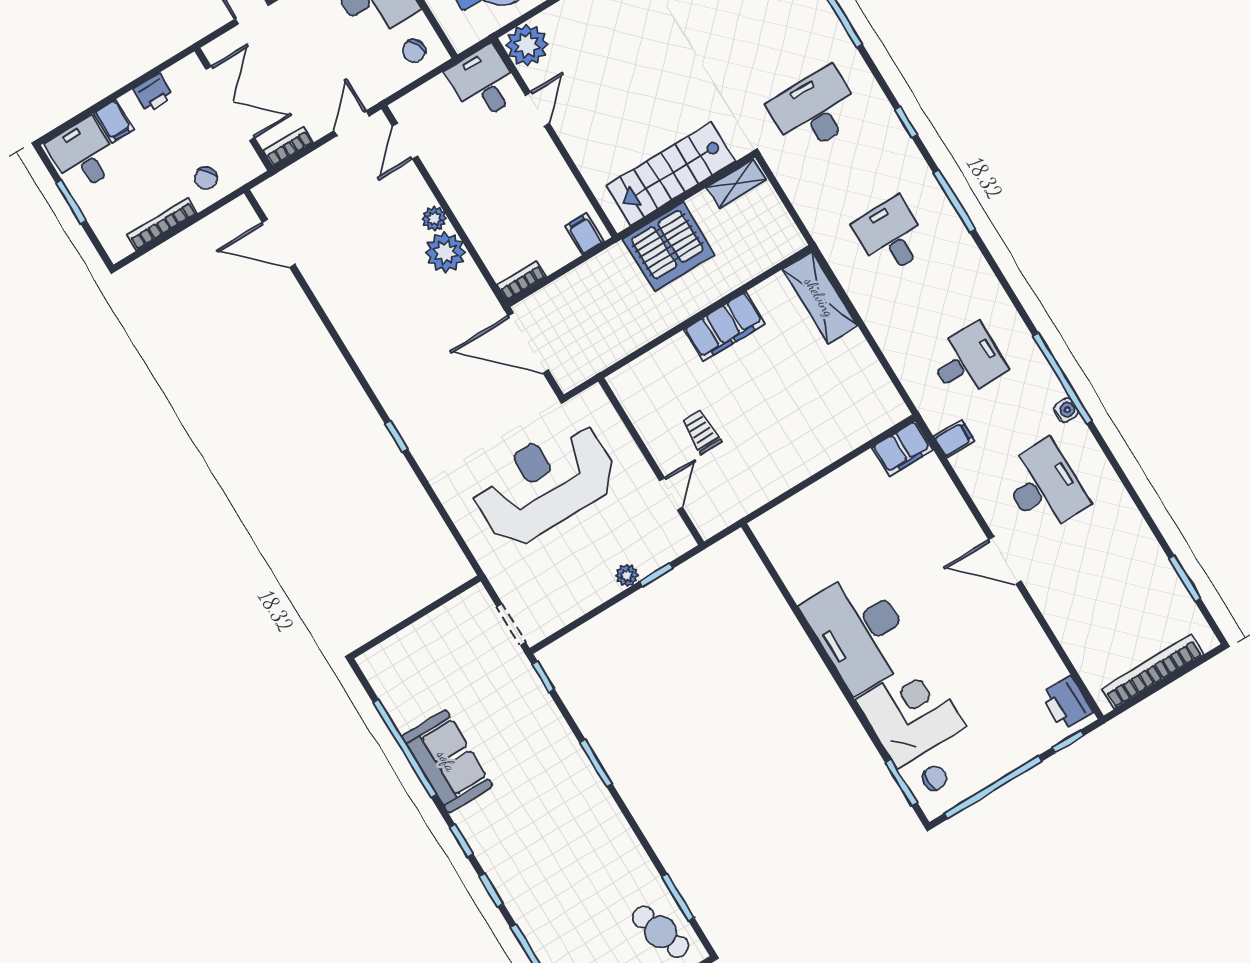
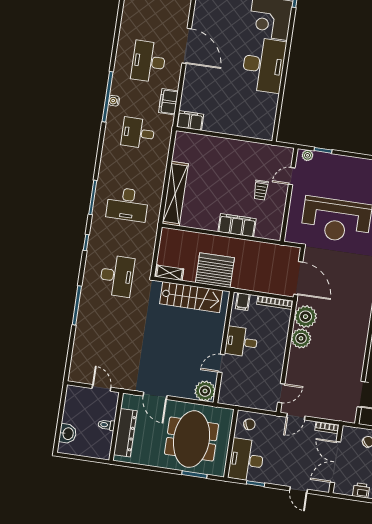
desk: (484, 83) -> (241, 342), moved, turned 90
desk: (814, 110) -> (117, 276), turned -90
plant: (434, 219) -> (306, 317), moved, width x1.88, depth x1.88
desk: (891, 236) -> (127, 204), width x1.37
bookcase: (522, 281) -> (275, 303), width x1.56
shelving: (820, 297) -> (175, 194), width x1.47
filing cabinet: (724, 327) -> (237, 225), moved
water cooler: (1066, 410) -> (114, 101), moved
filing cabinet: (954, 439) -> (168, 102), width x2.00
door: (1005, 561) -> (187, 46), width x1.36
plant: (627, 575) -> (307, 155), moved

